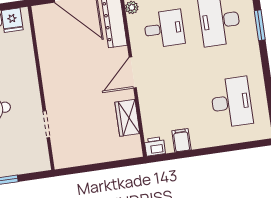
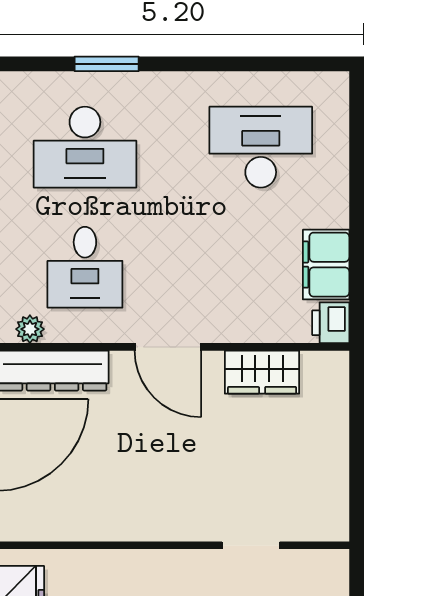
desk: (164, 29) -> (85, 267), turned 180
filing cabinet: (181, 140) -> (326, 265), width x2.00

